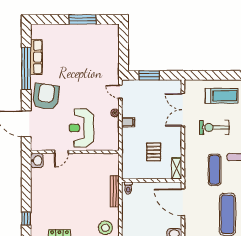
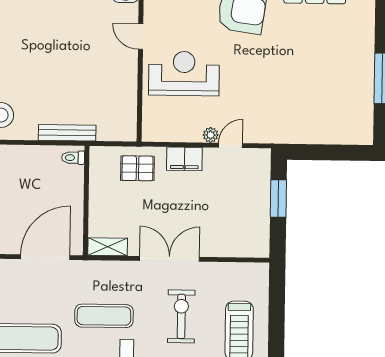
door: (120, 92) -> (231, 145), moved
double door: (183, 110) -> (169, 259), moved
filing cabinet: (128, 122) -> (184, 159), width x2.00
pallet: (154, 152) -> (137, 168), moved

